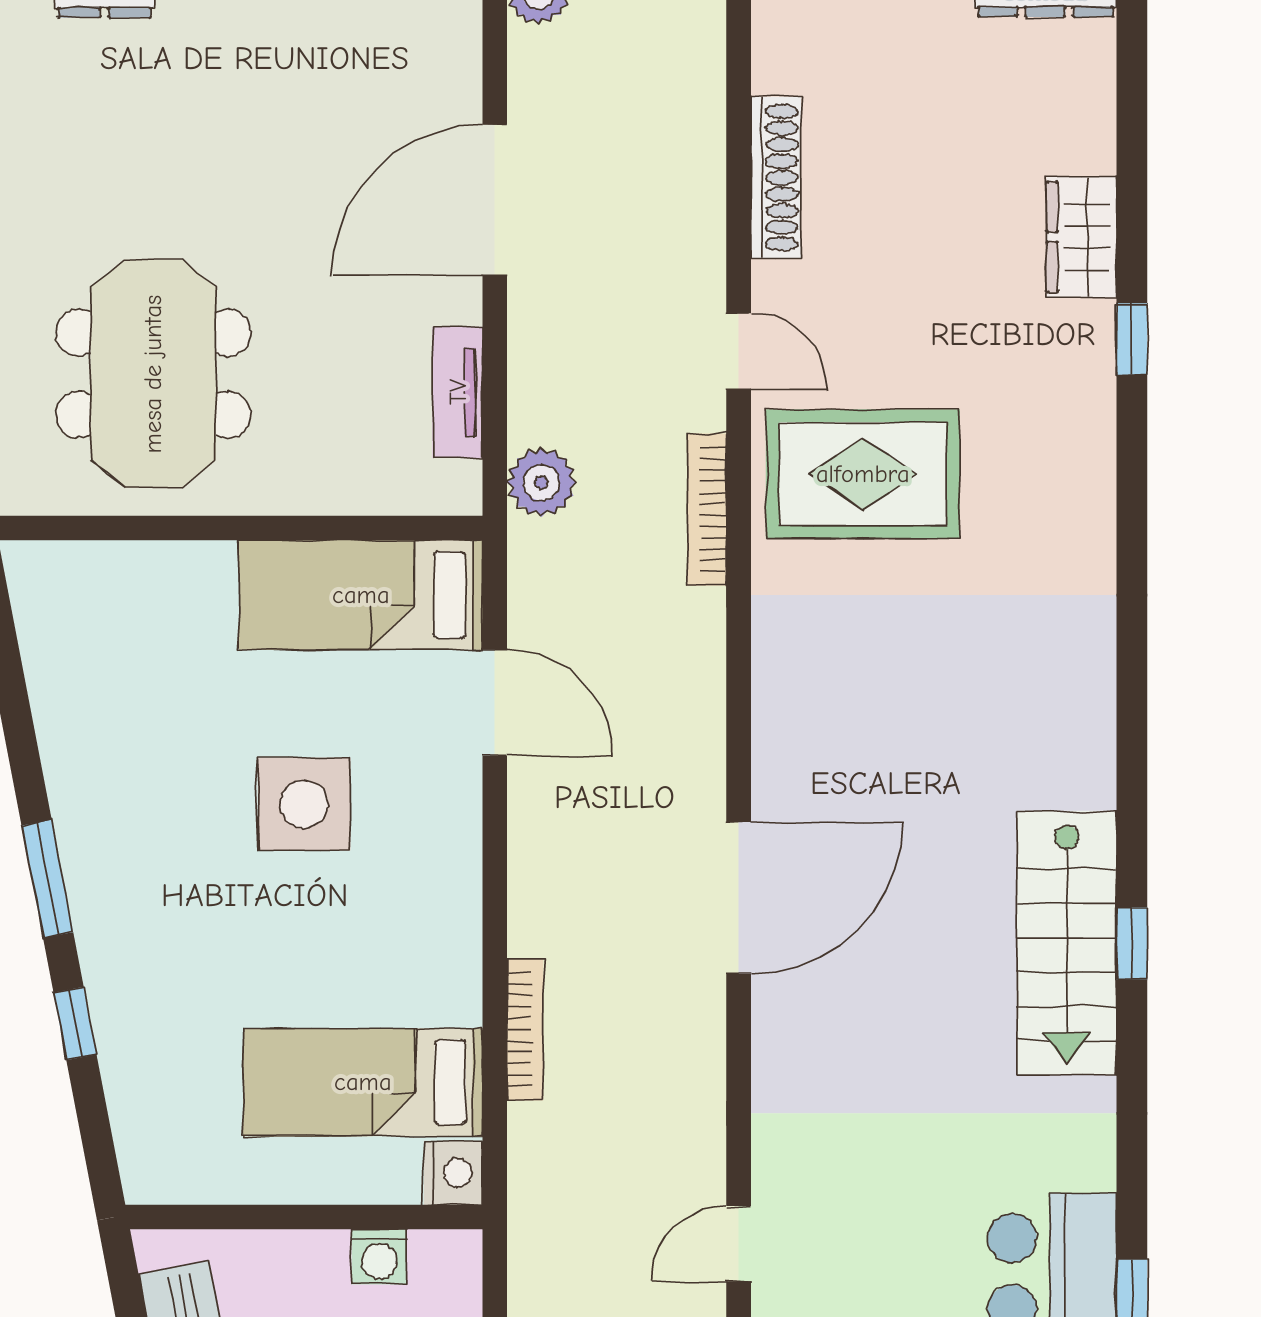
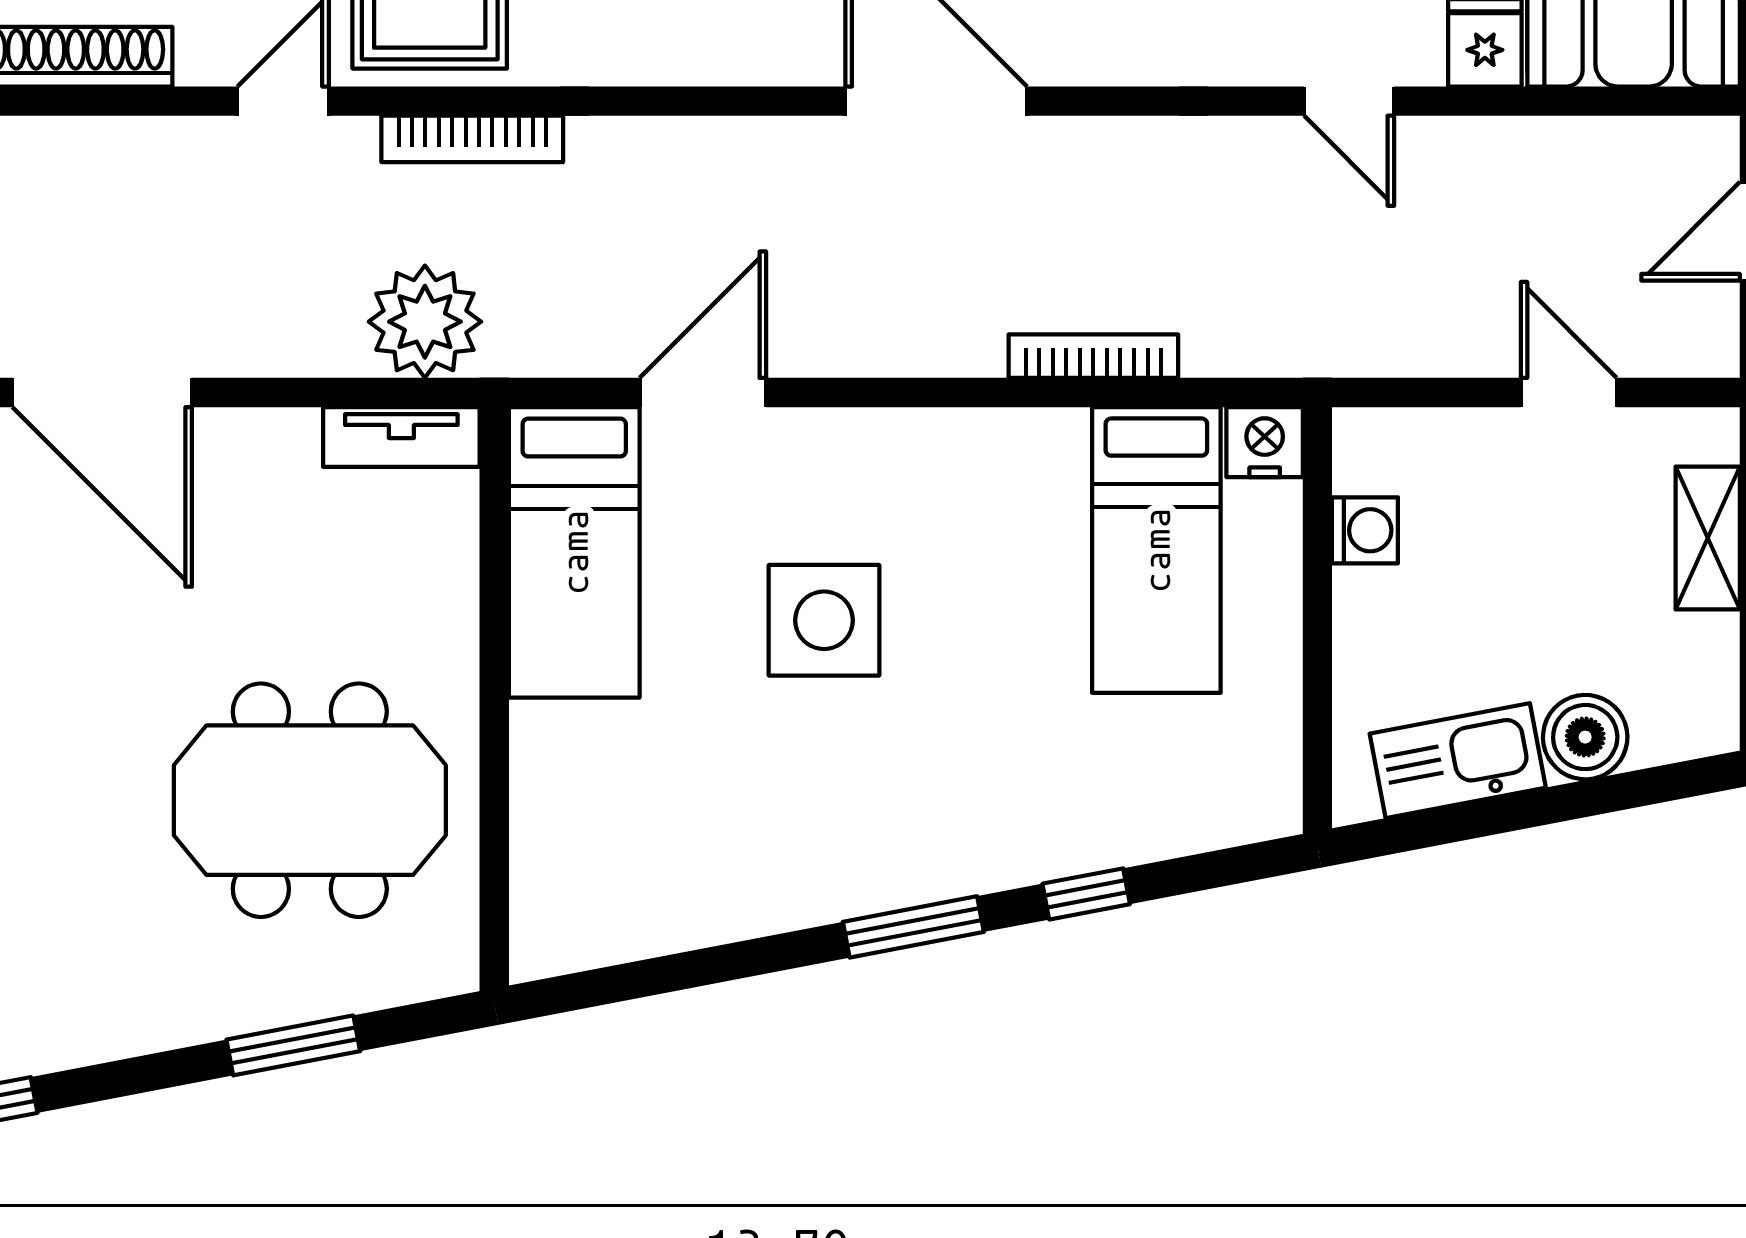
tv unit: (458, 392) -> (401, 437), moved
plant: (541, 483) -> (425, 322), width x1.36, depth x1.36

